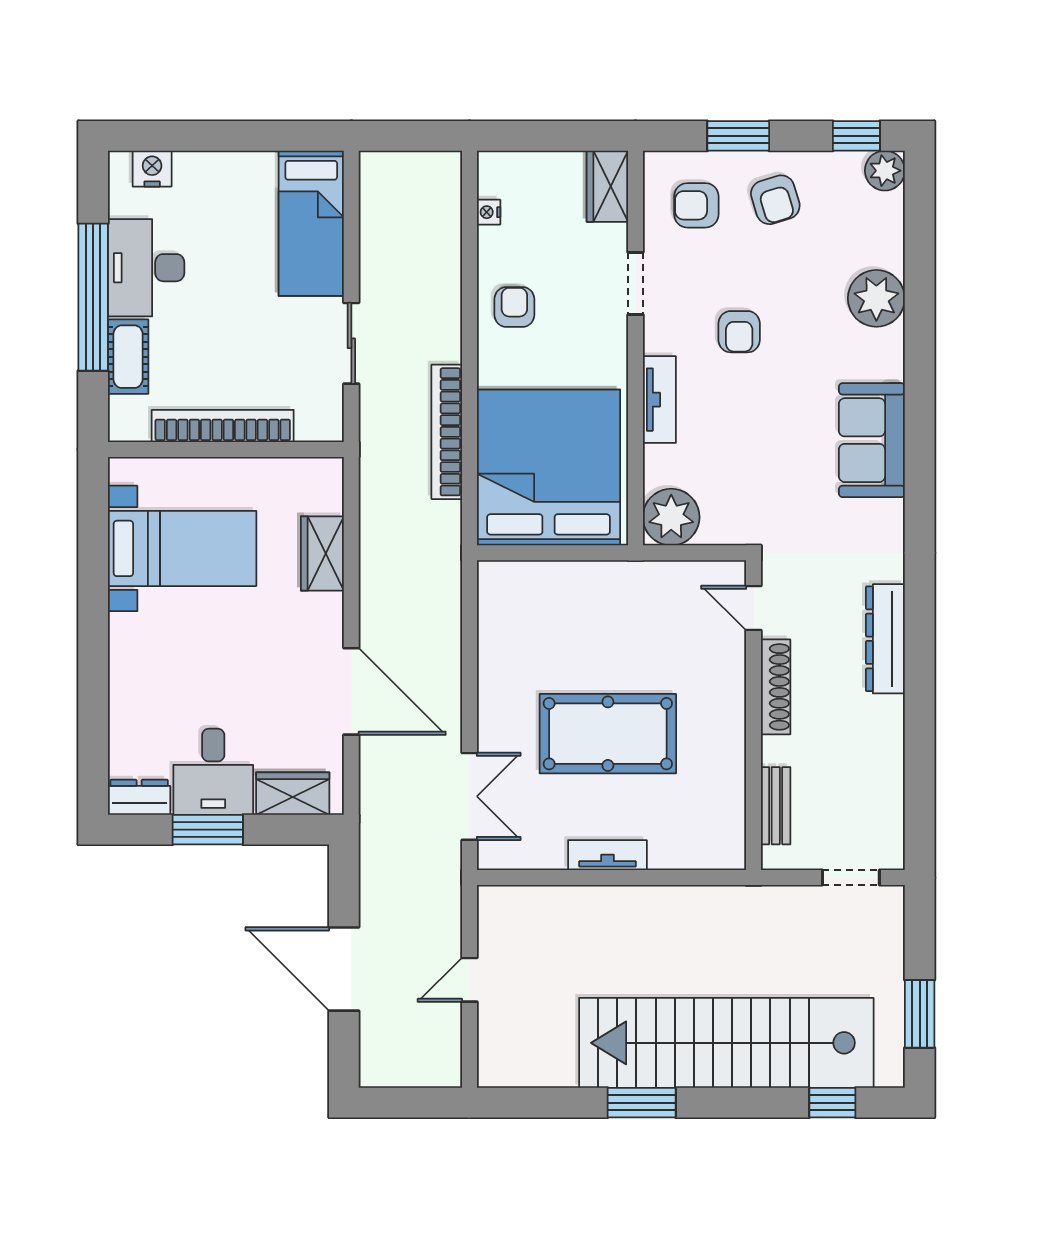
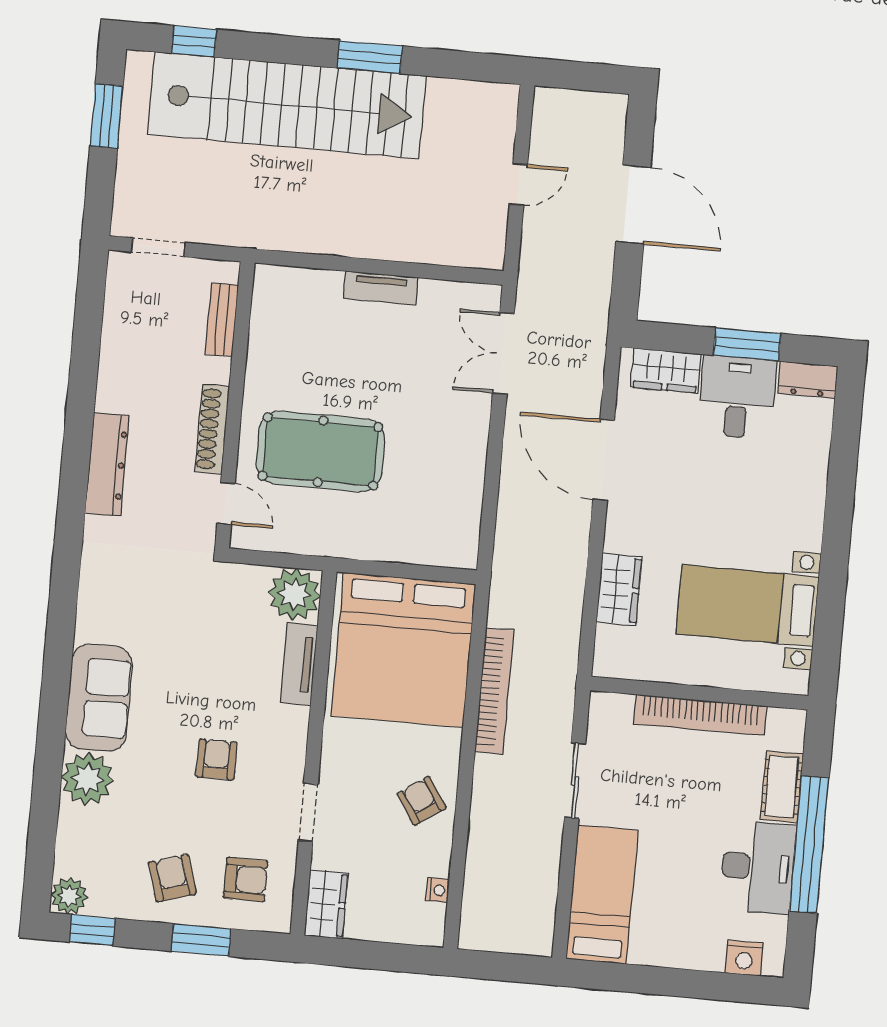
armchair: (514, 307) -> (422, 801), turned 146
tv unit: (659, 400) -> (299, 664), moved
sofa: (872, 440) -> (99, 698), moved
pool table: (608, 734) -> (320, 451), moved

